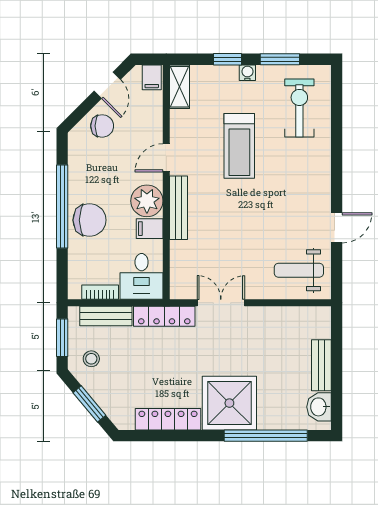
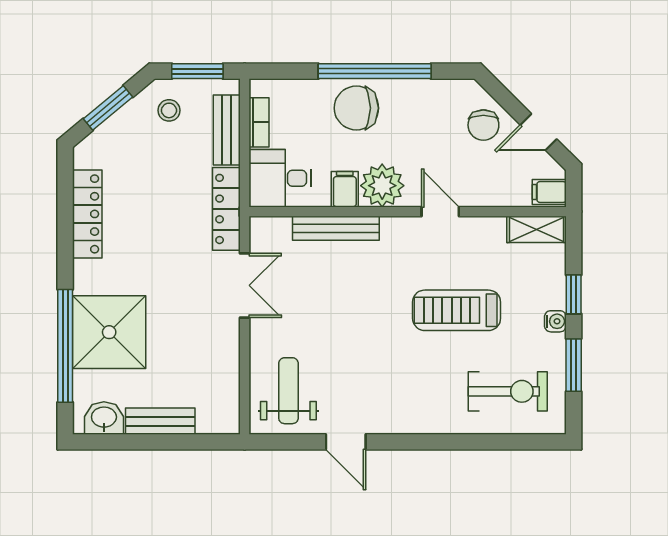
bench: (179, 208) -> (336, 228), moved
chair: (90, 220) -> (356, 108), turned 90
shower: (229, 403) -> (109, 332), moved

